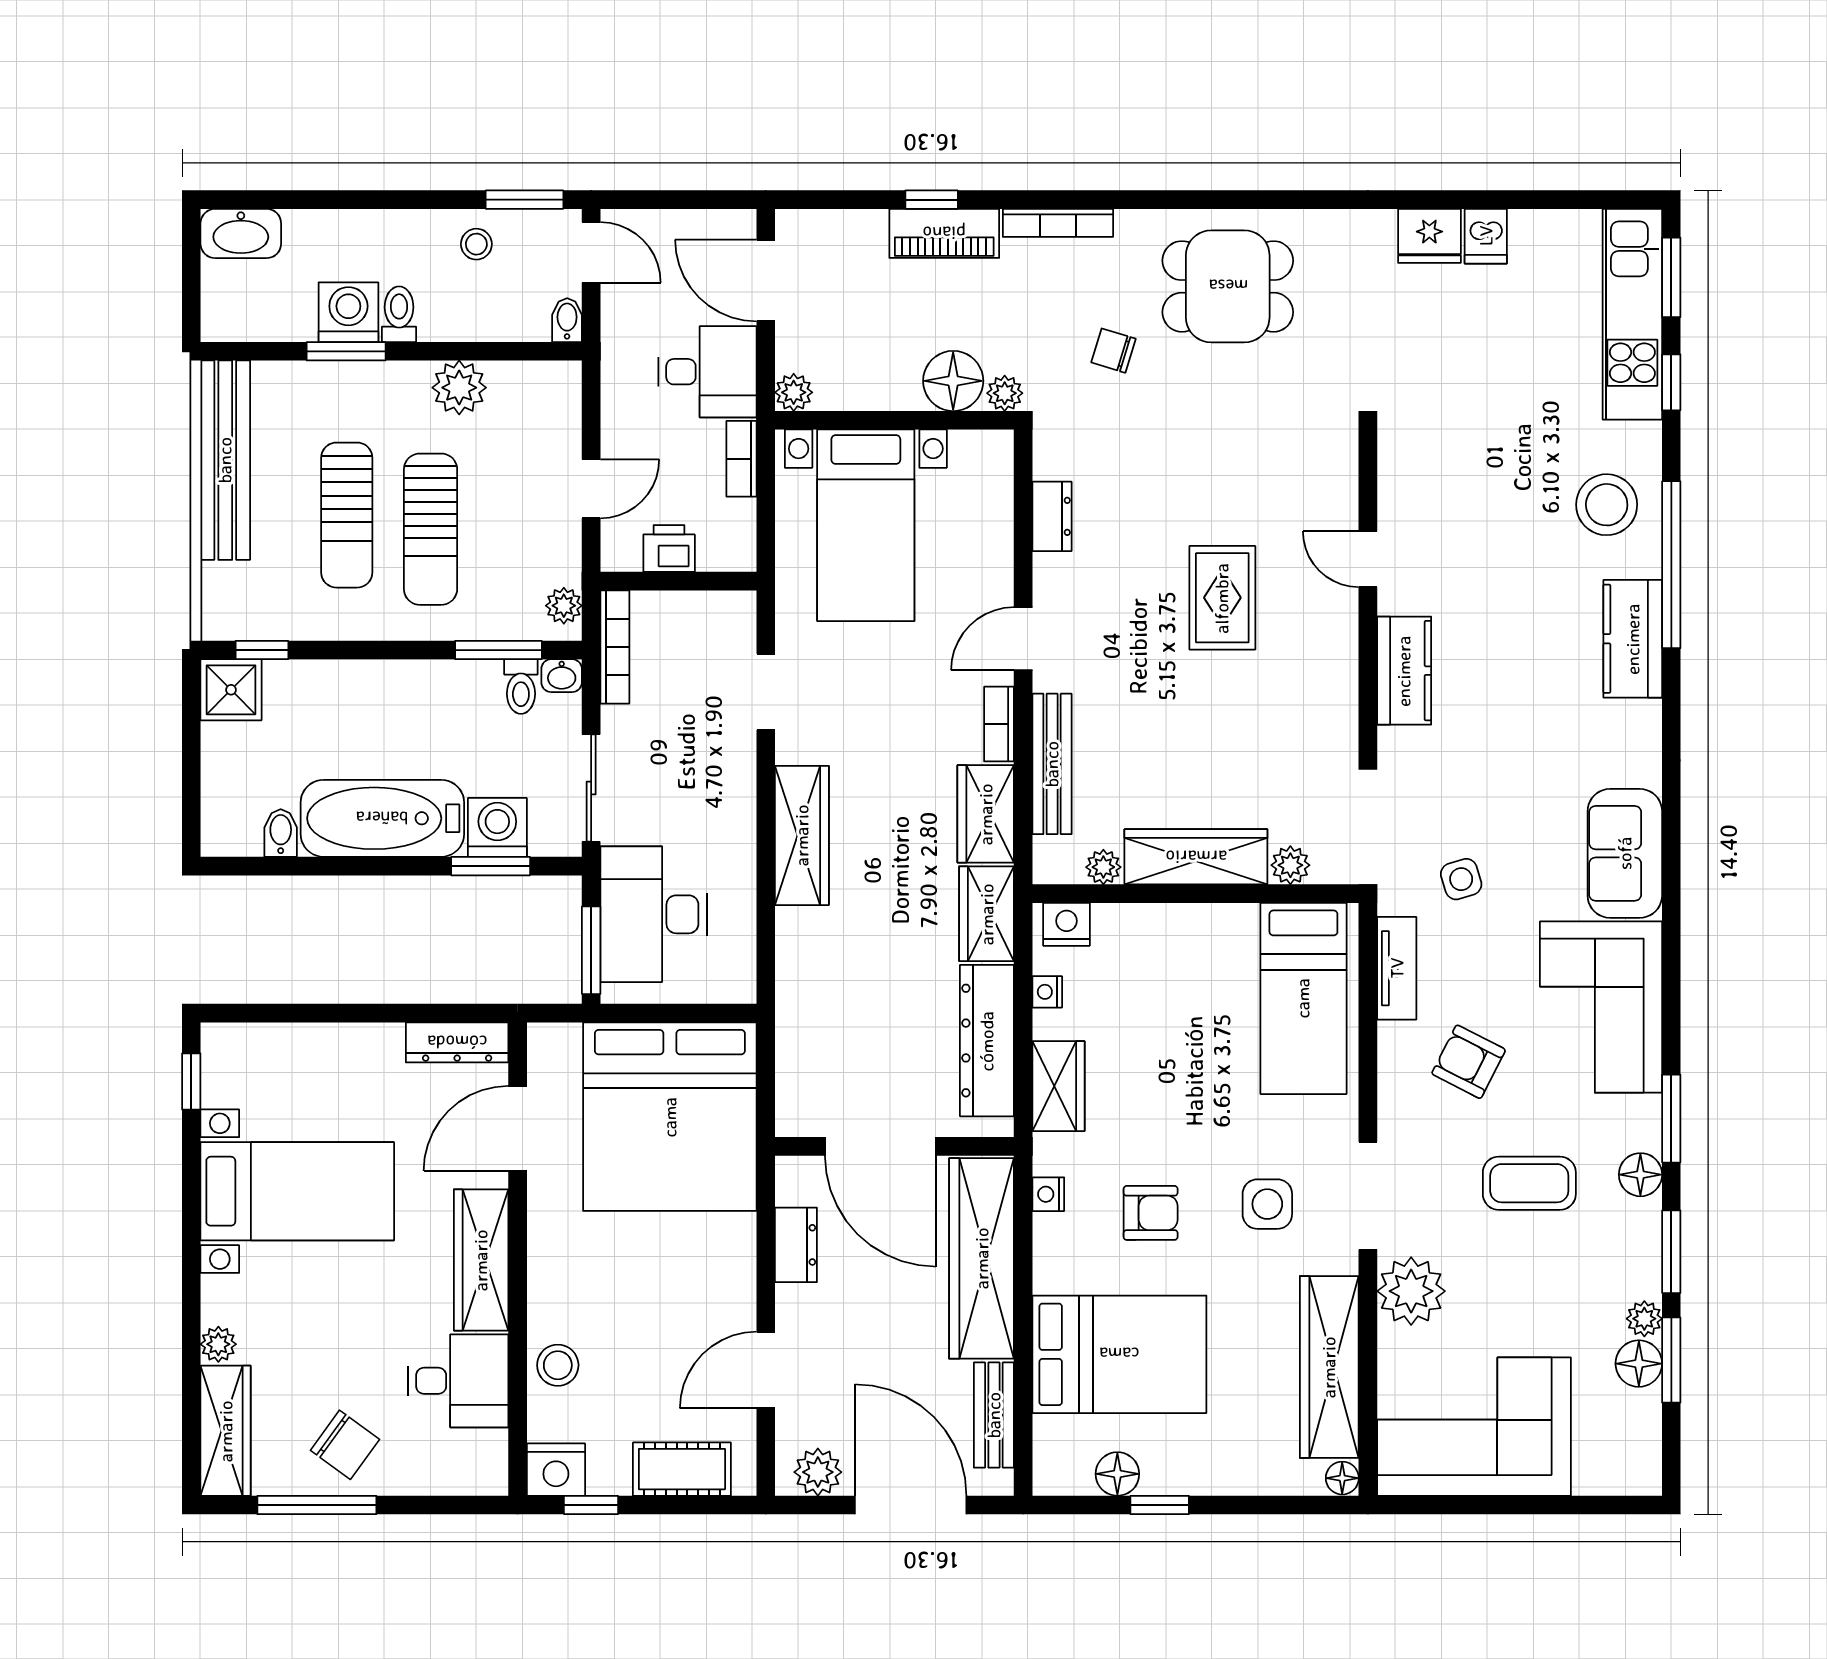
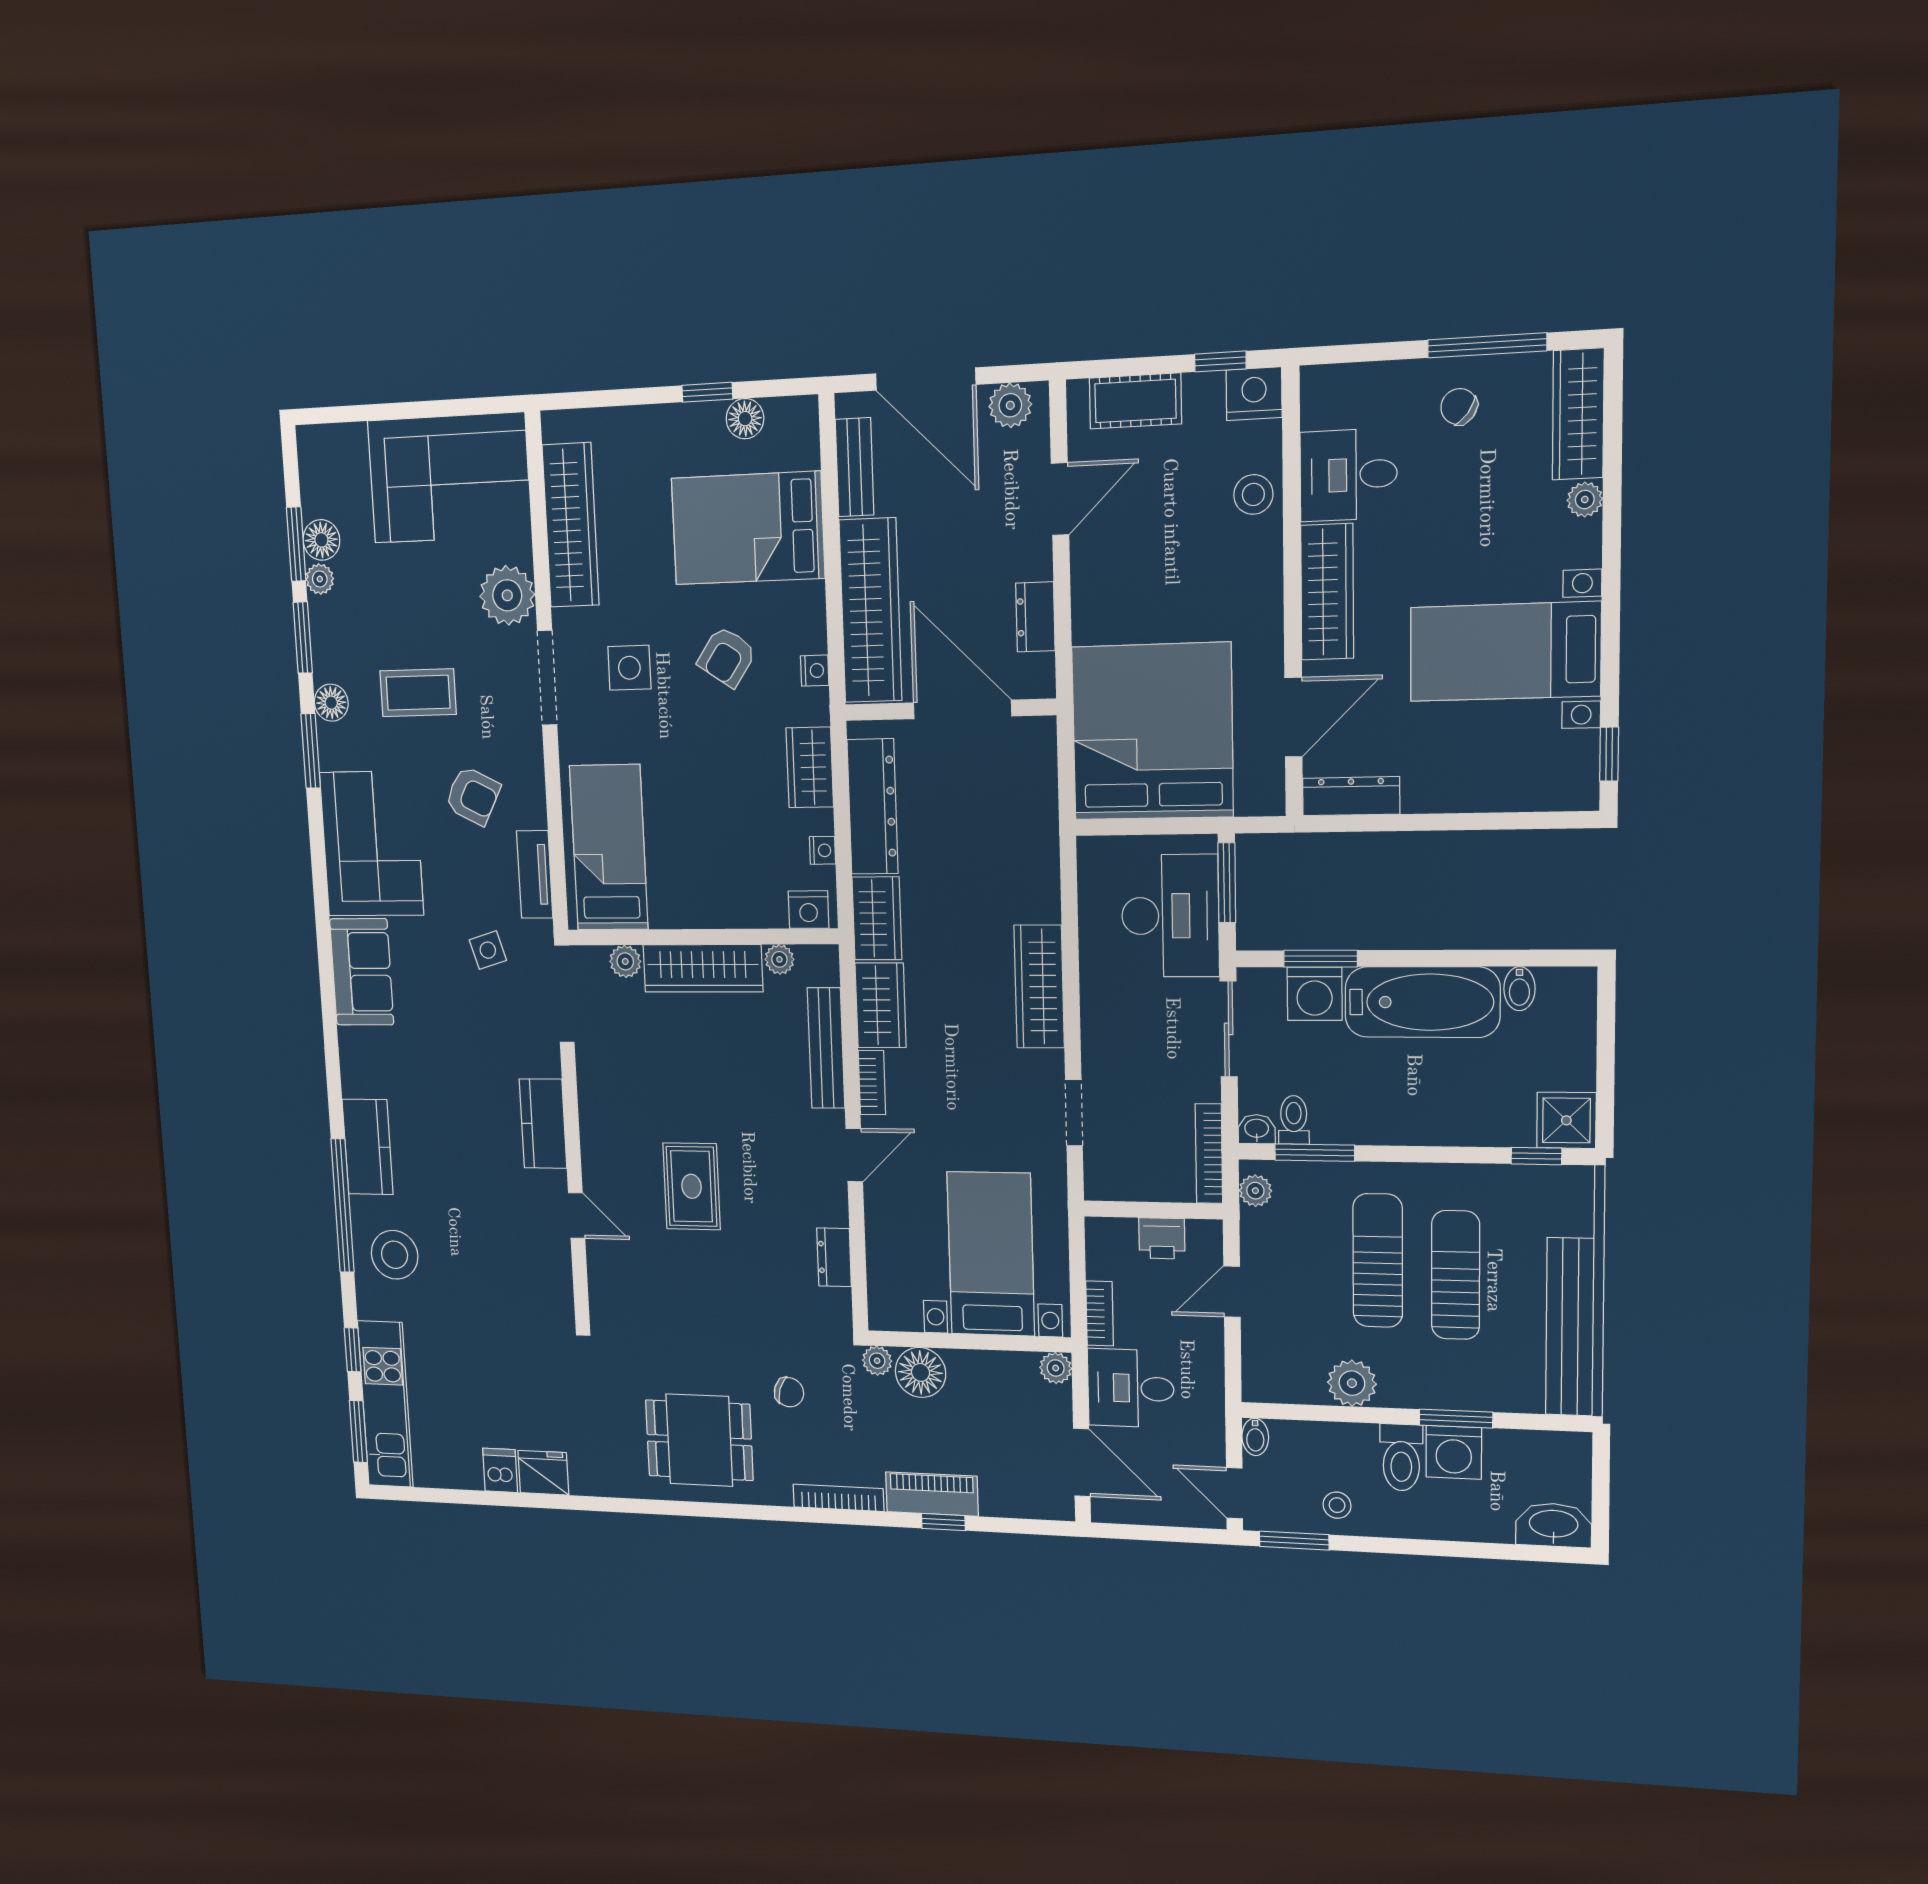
toilet: (399, 314) -> (1401, 1457), width x1.37, depth x1.39
armchair: (1151, 1213) -> (727, 657), turned -56
chair: (345, 1445) -> (1459, 407), width x0.73, depth x0.73
floor lamp: (1342, 1478) -> (555, 426), removed

